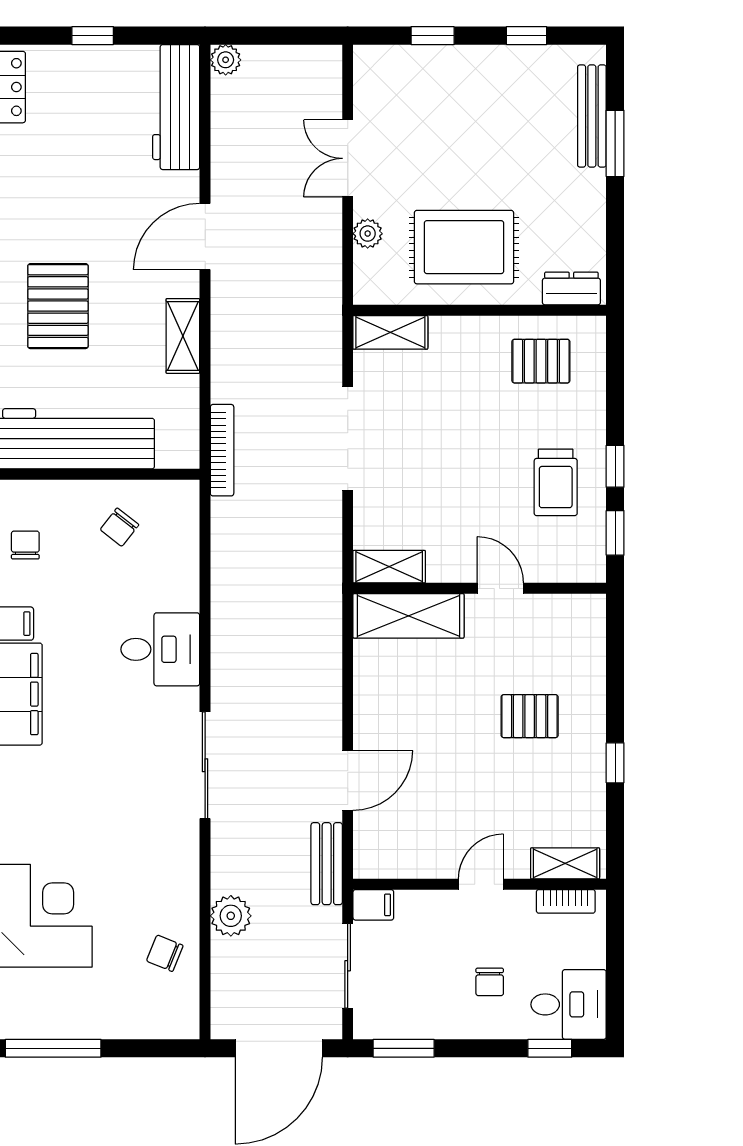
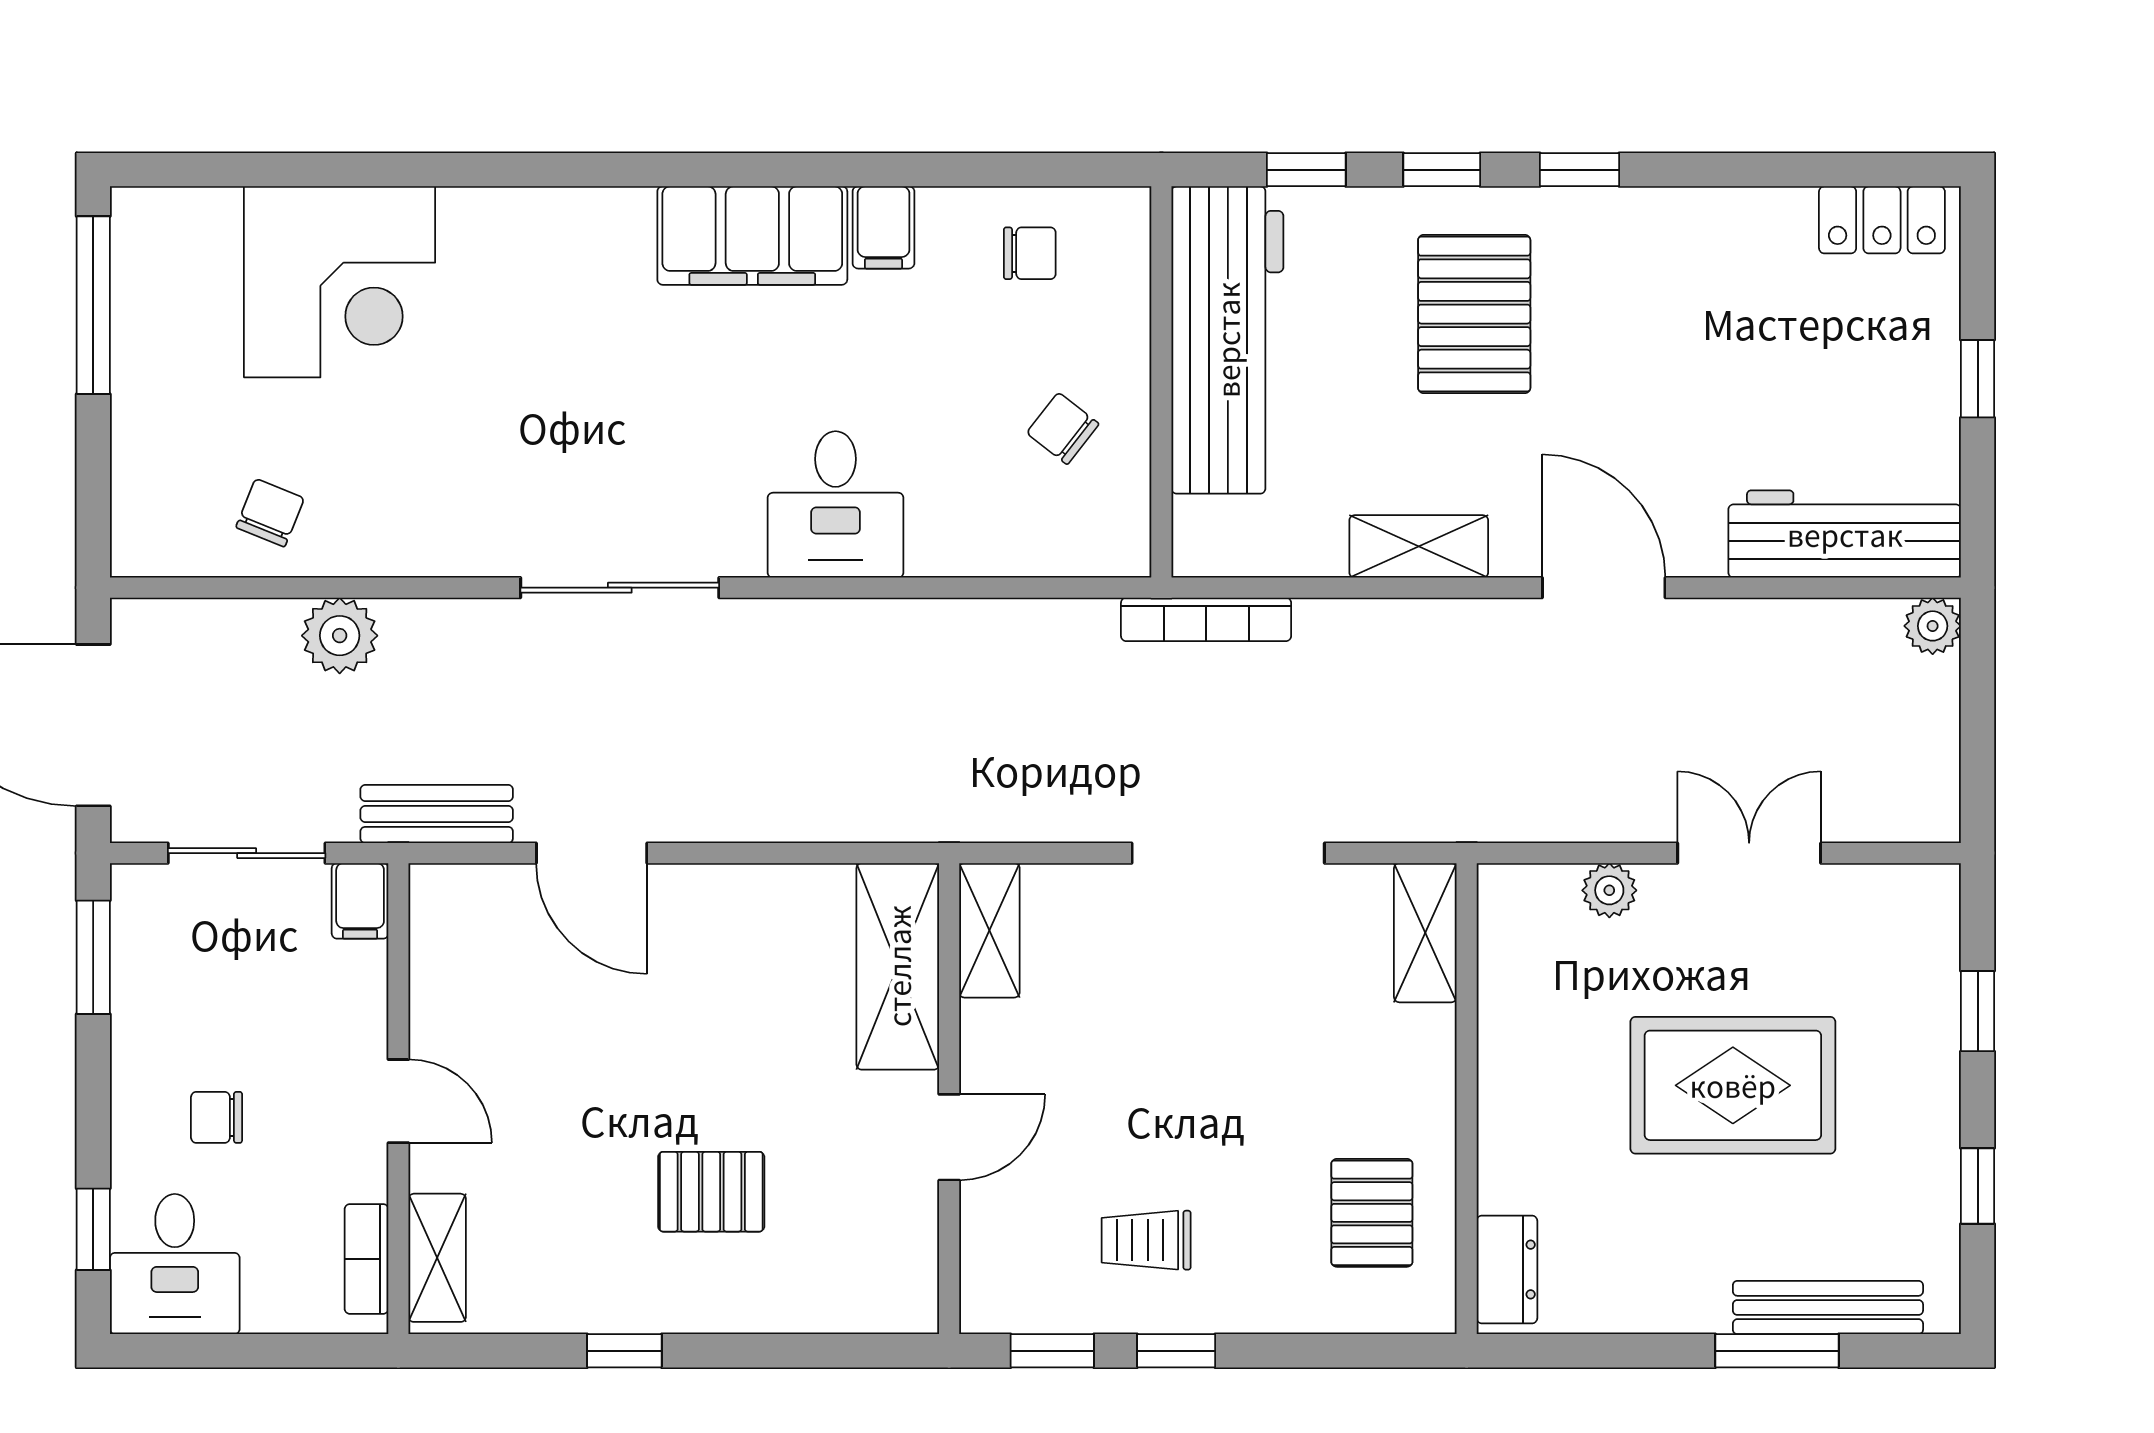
rug: (464, 247) -> (1733, 1085), moved, turned 90
pallet: (58, 306) -> (1474, 314), turned 90
trolley: (556, 482) -> (1146, 1240), width x0.73, depth x0.72
pallet: (530, 716) -> (711, 1192), turned 90

